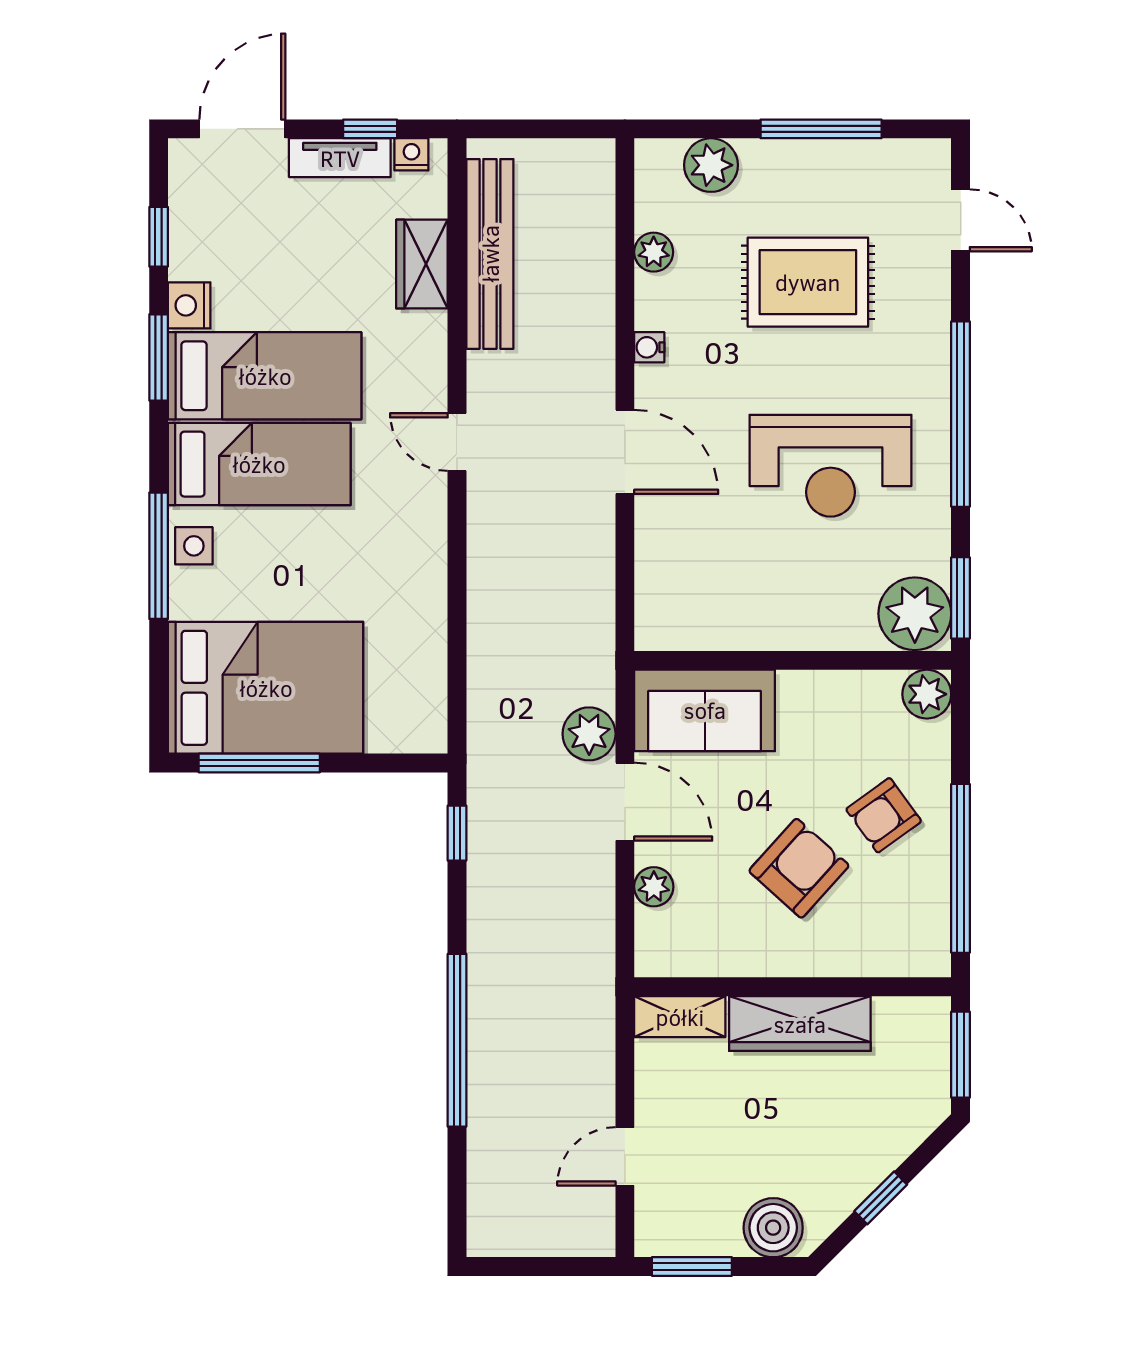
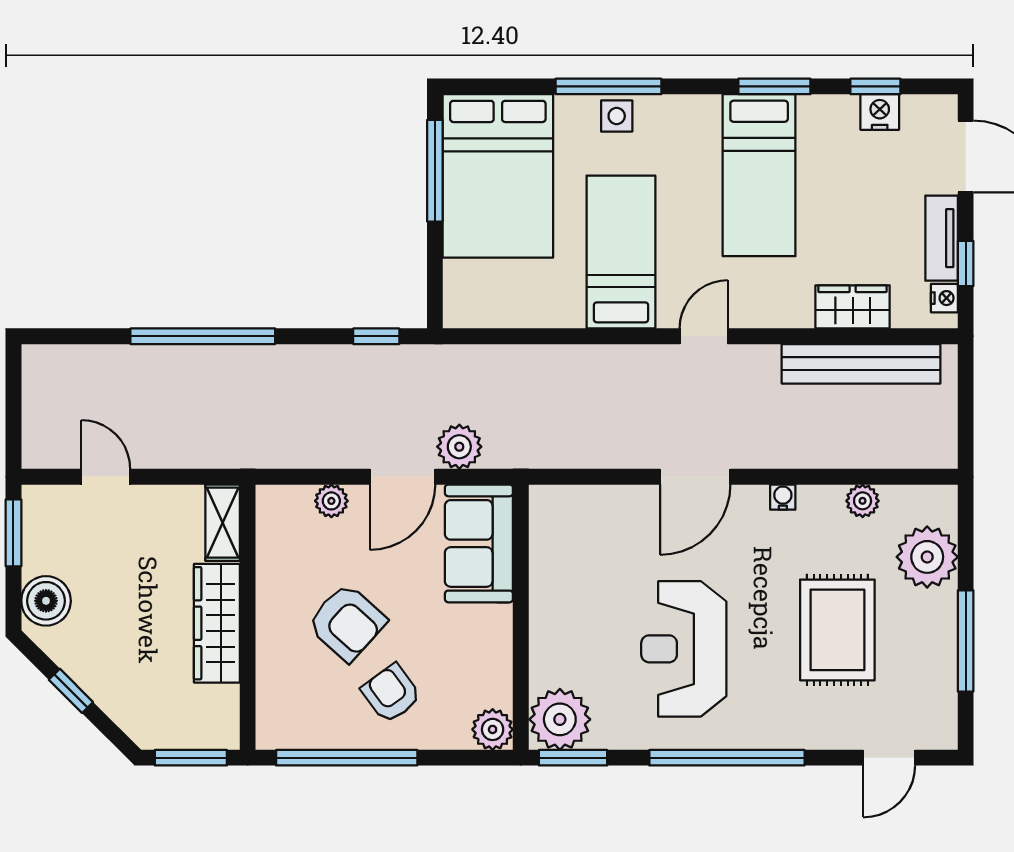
plant: (711, 165) -> (927, 557), width x1.36, depth x1.36
nightstand: (189, 305) -> (880, 112), moved
bed: (259, 464) -> (621, 252), moved, turned 180

